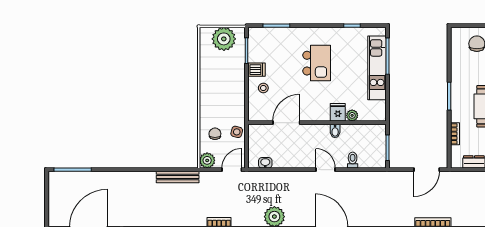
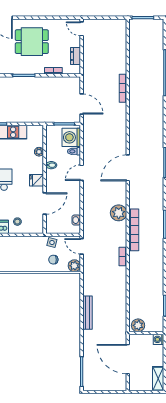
fridge: (338, 112) -> (37, 180), moved
door: (286, 123) -> (45, 203), swing flipped
washing machine: (370, 156) -> (71, 137), added
door: (427, 170) -> (82, 104), moved
bench: (178, 177) -> (87, 313), moved

